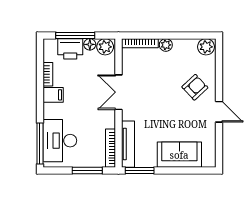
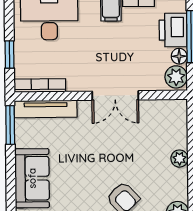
bookcase: (140, 43) -> (181, 124), removed
double door: (119, 92) -> (115, 96), swing flipped
window: (87, 171) -> (9, 55), width x0.67

